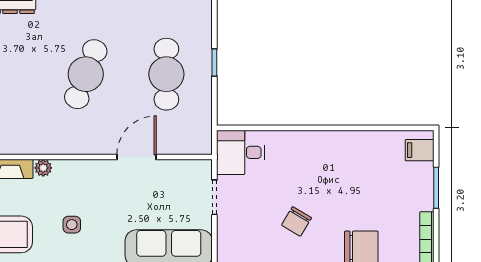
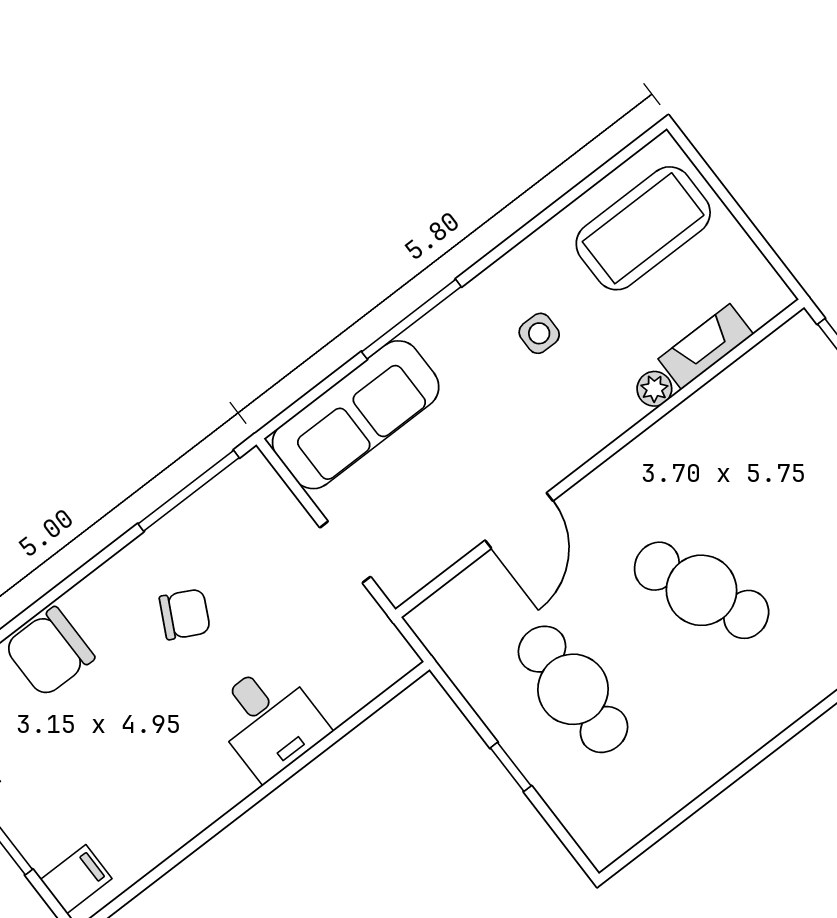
cafe table: (86, 74) -> (702, 590), turned -45
desk: (241, 152) -> (269, 720), moved, turned 90
chair: (297, 221) -> (185, 614), turned 86

